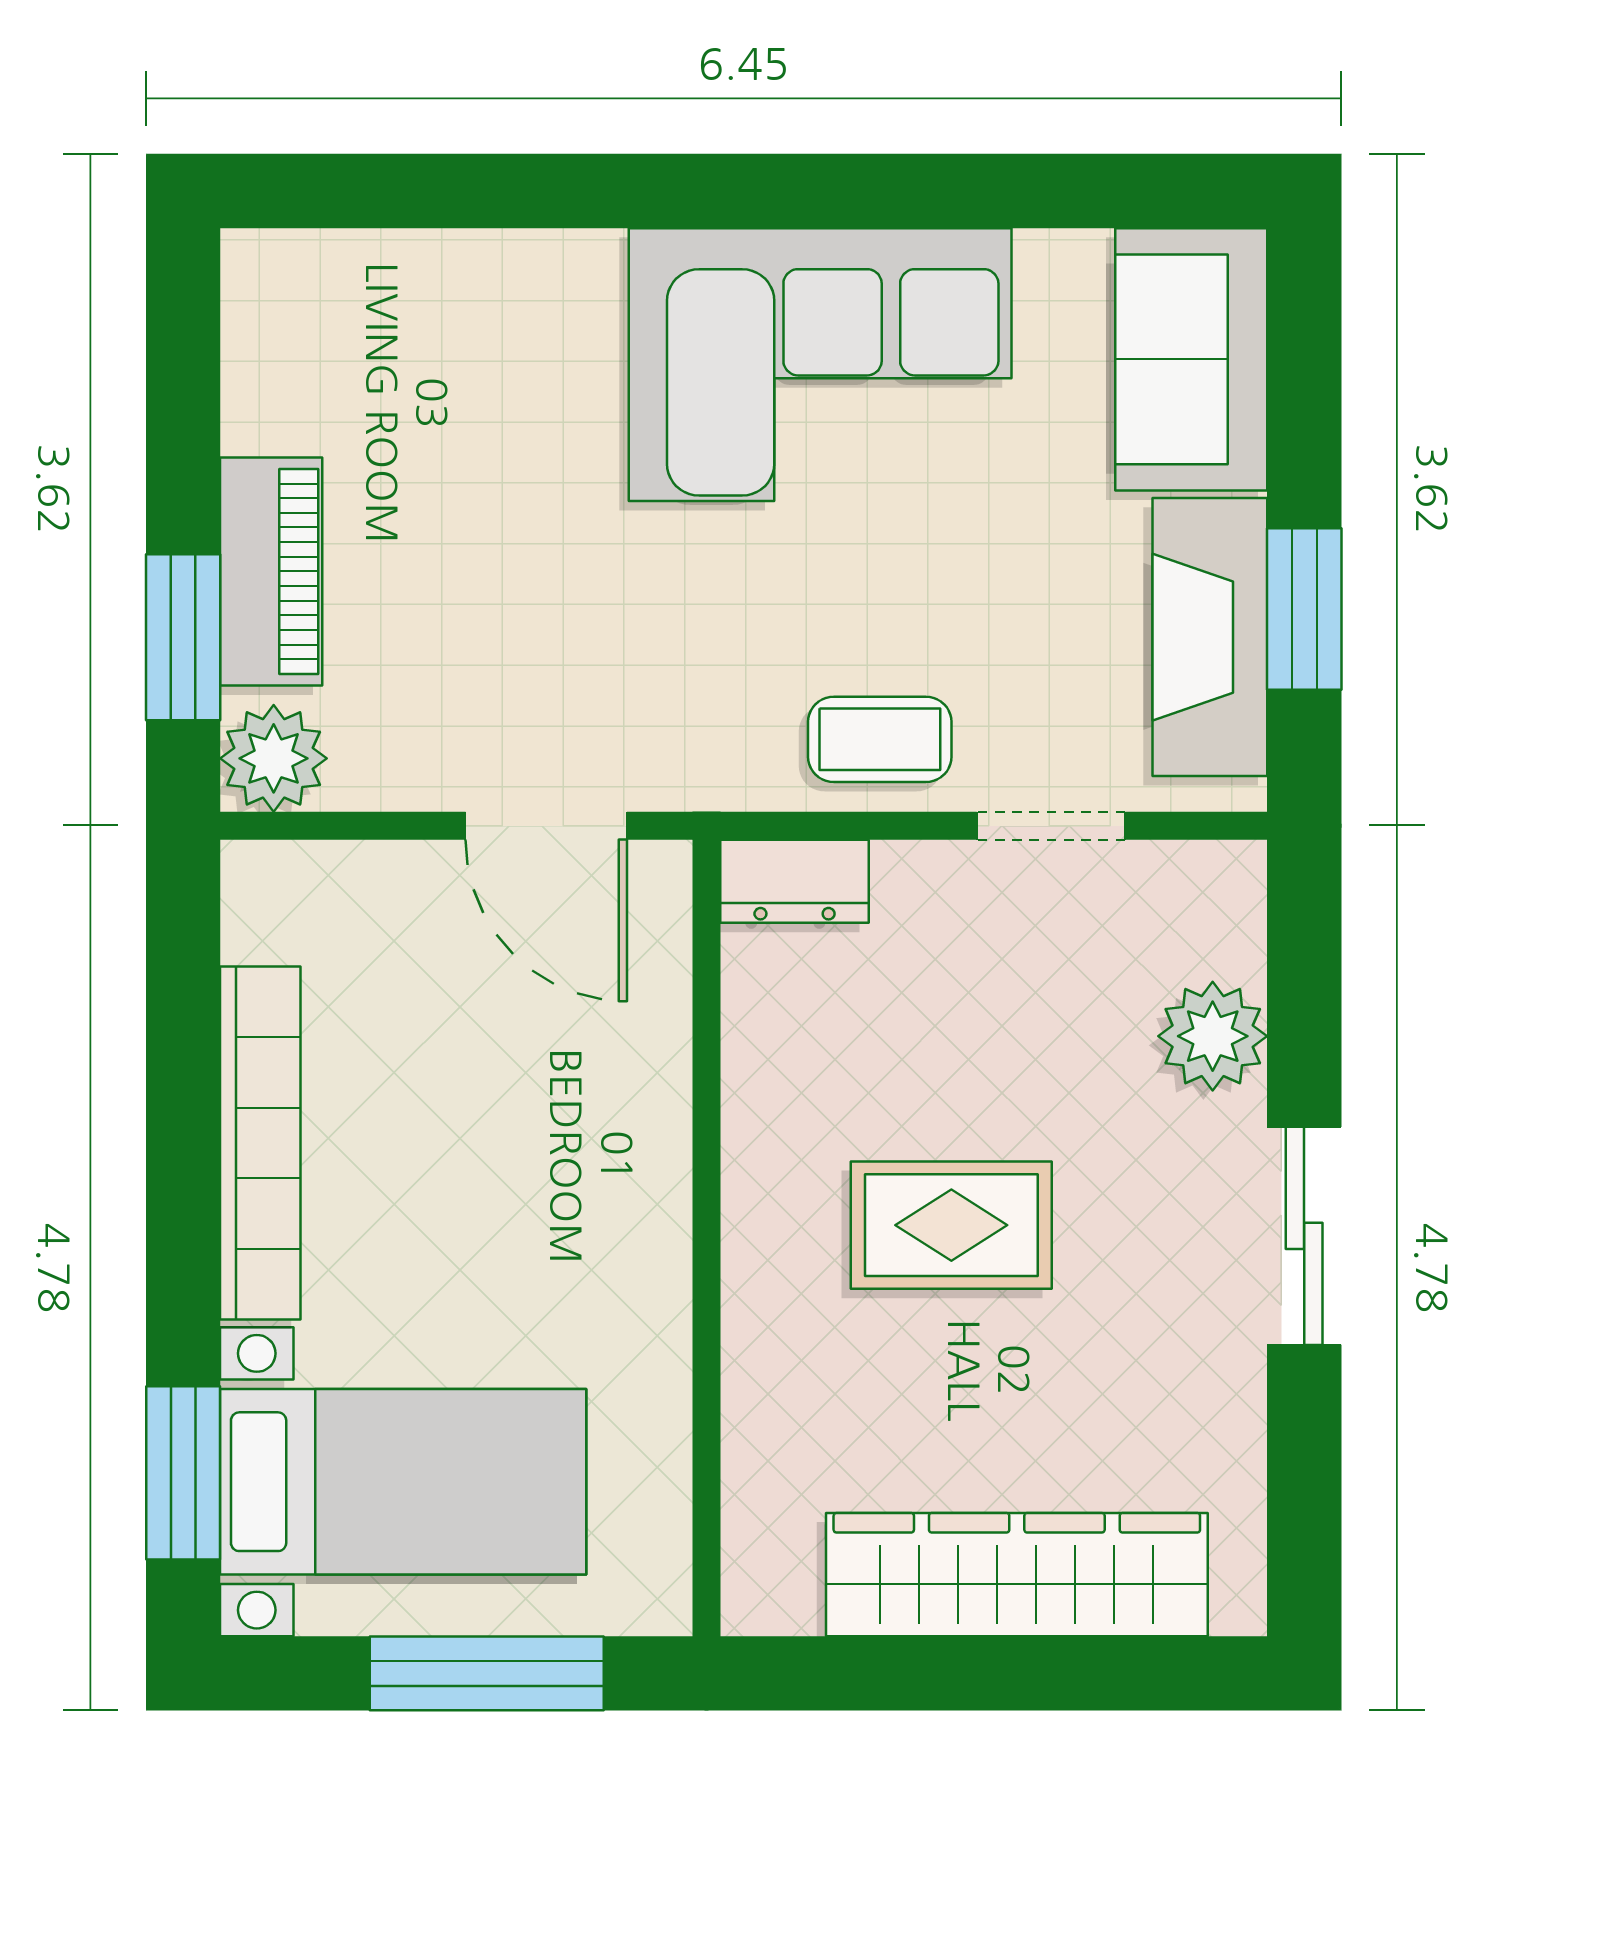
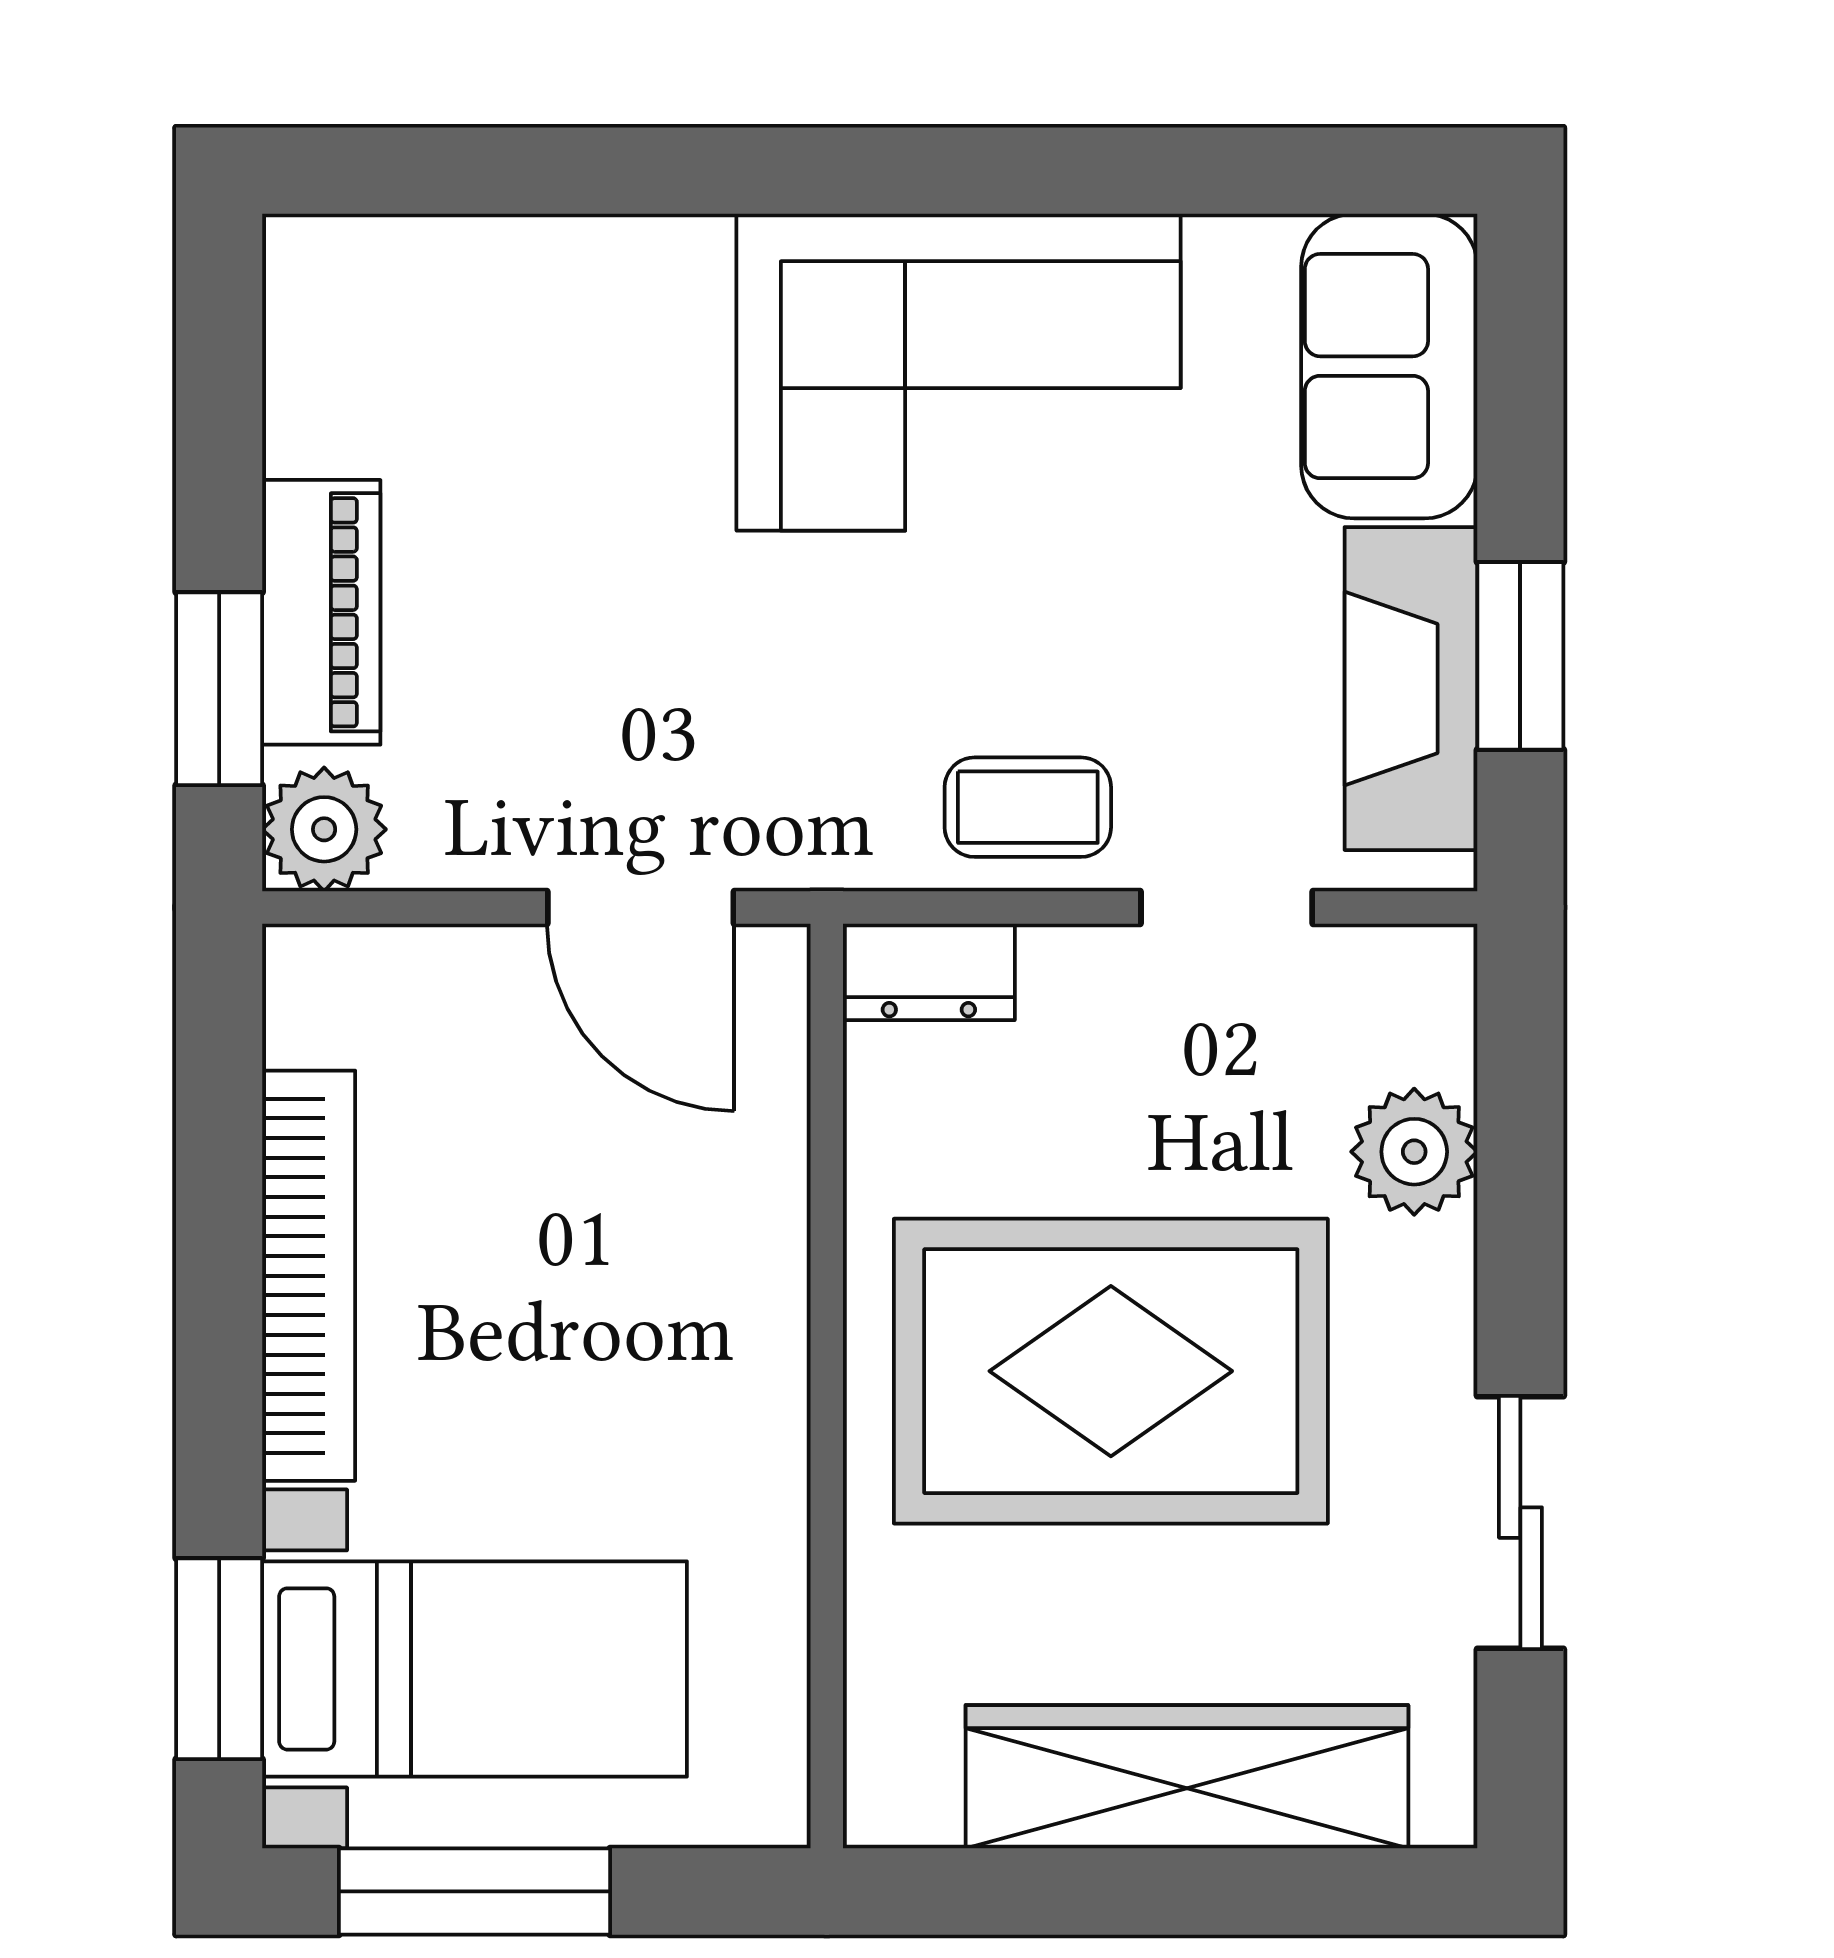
rug: (951, 1225) -> (1111, 1371), width x1.86, depth x2.06
sliding door: (1304, 1236) -> (1520, 1523), moved
window: (487, 1673) -> (475, 1891), moved

